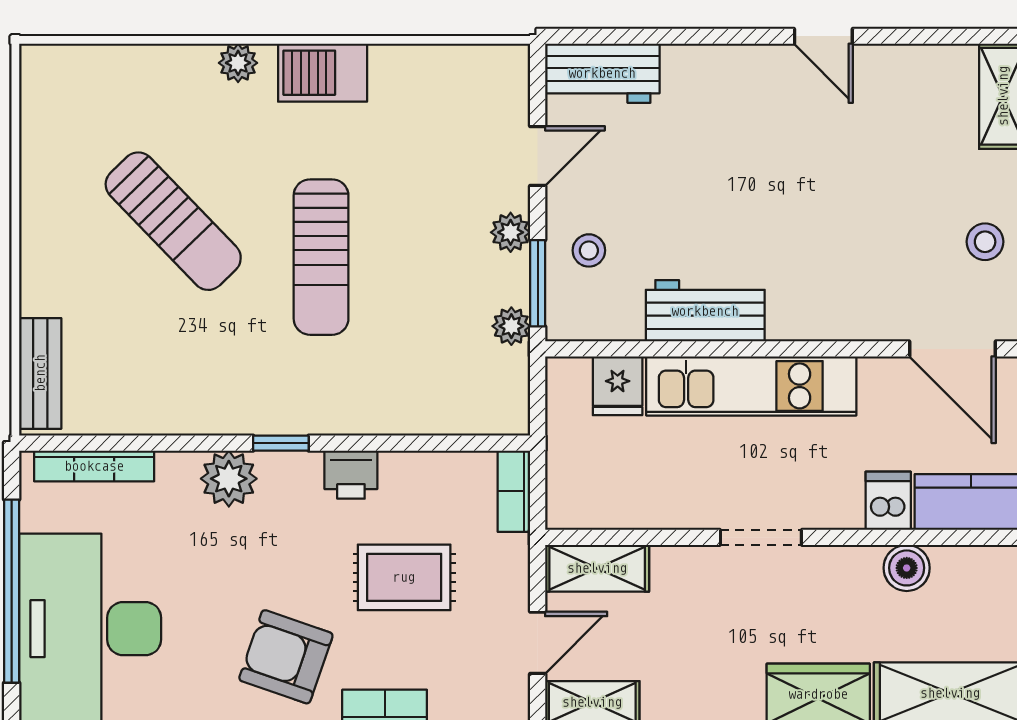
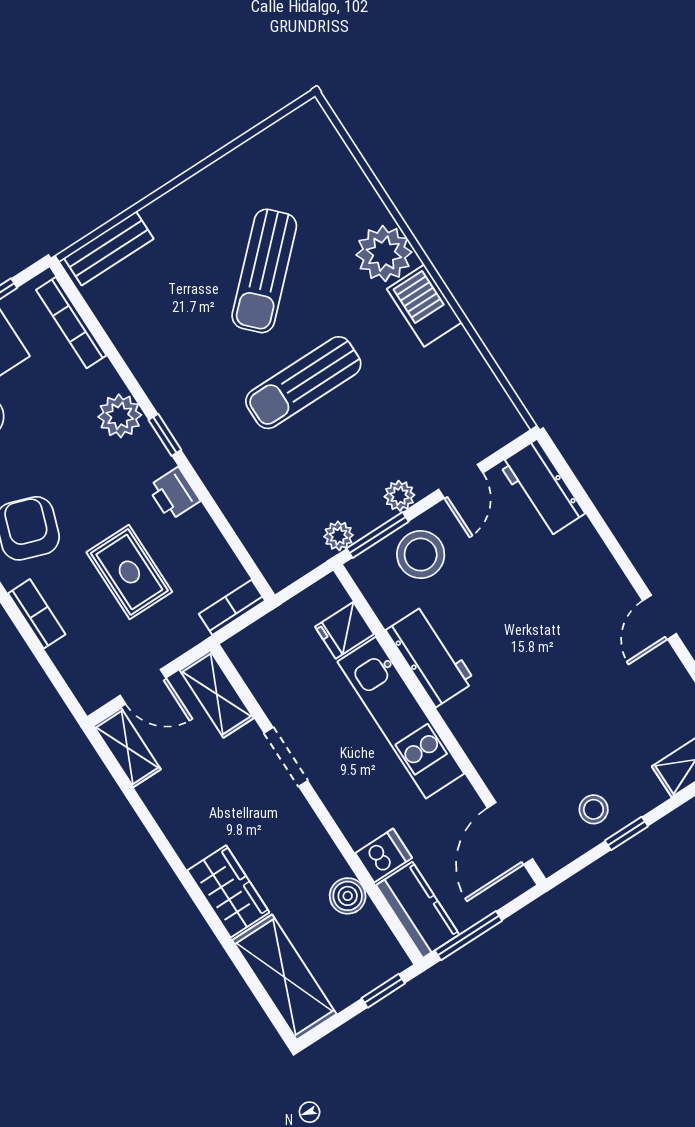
plant: (238, 63) -> (384, 254), width x1.87, depth x1.87
door: (538, 156) -> (461, 481), hinge flipped
stool: (589, 250) -> (421, 555), width x1.89, depth x1.89
doorway: (761, 537) -> (286, 757), moved

